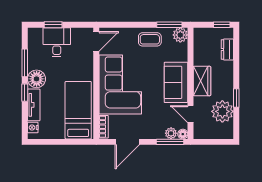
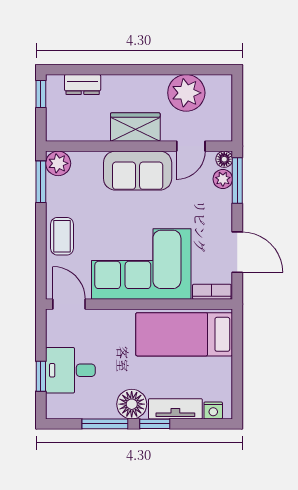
coffee table: (150, 39) -> (62, 236), moved
window: (236, 98) -> (164, 70), removed

